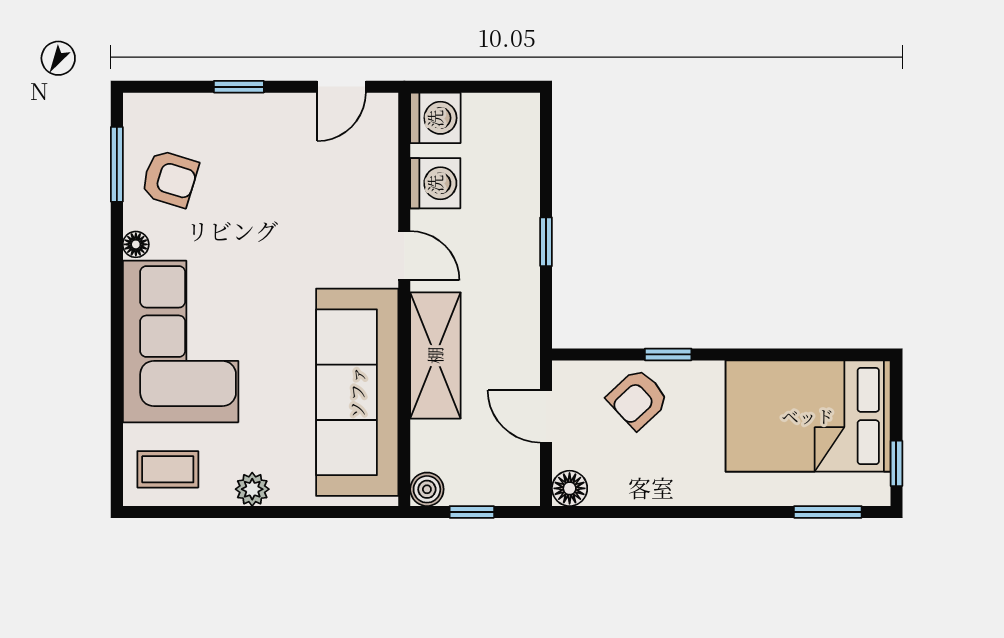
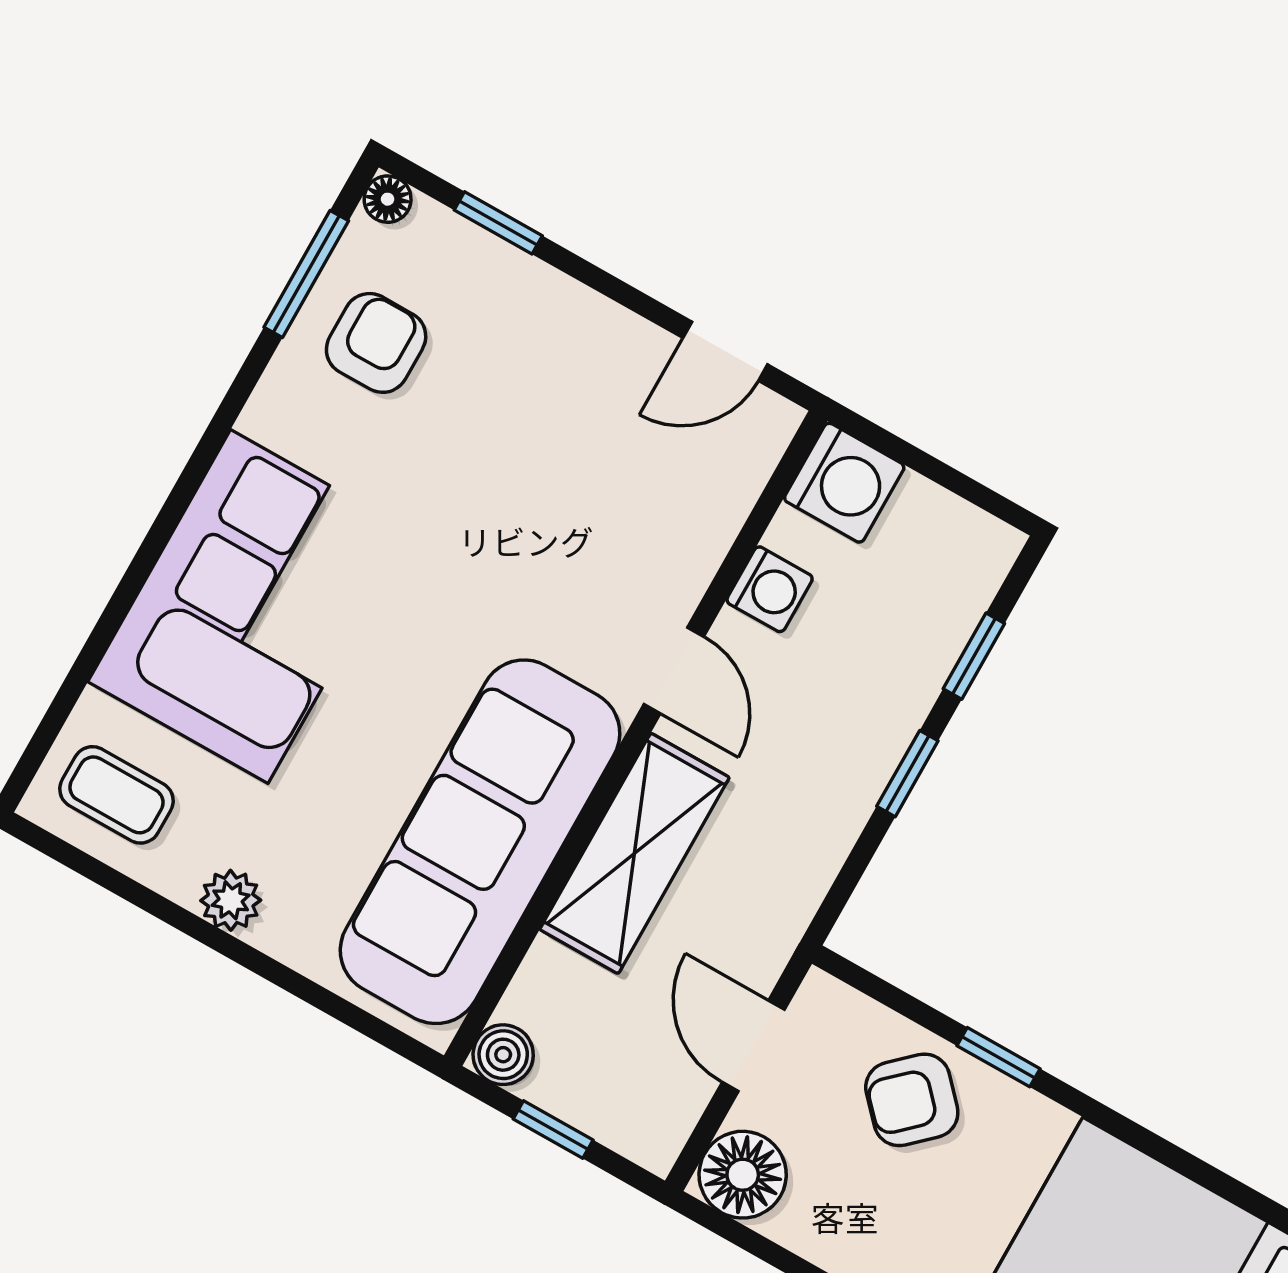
window: (239, 87) -> (498, 223), moved
window: (546, 166) -> (974, 656), added
armchair: (170, 179) -> (376, 343), turned -107
washing machine: (435, 183) -> (770, 589), width x0.73, depth x0.73
floor lamp: (136, 244) -> (388, 199), moved
floor lamp: (570, 488) -> (743, 1175), width x1.38, depth x1.38

